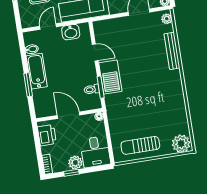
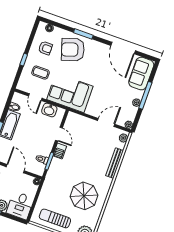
door: (48, 26) -> (35, 97), swing flipped
barbecue: (110, 77) -> (60, 151), width x0.53, depth x0.65
parasol: (158, 104) -> (84, 196), added

